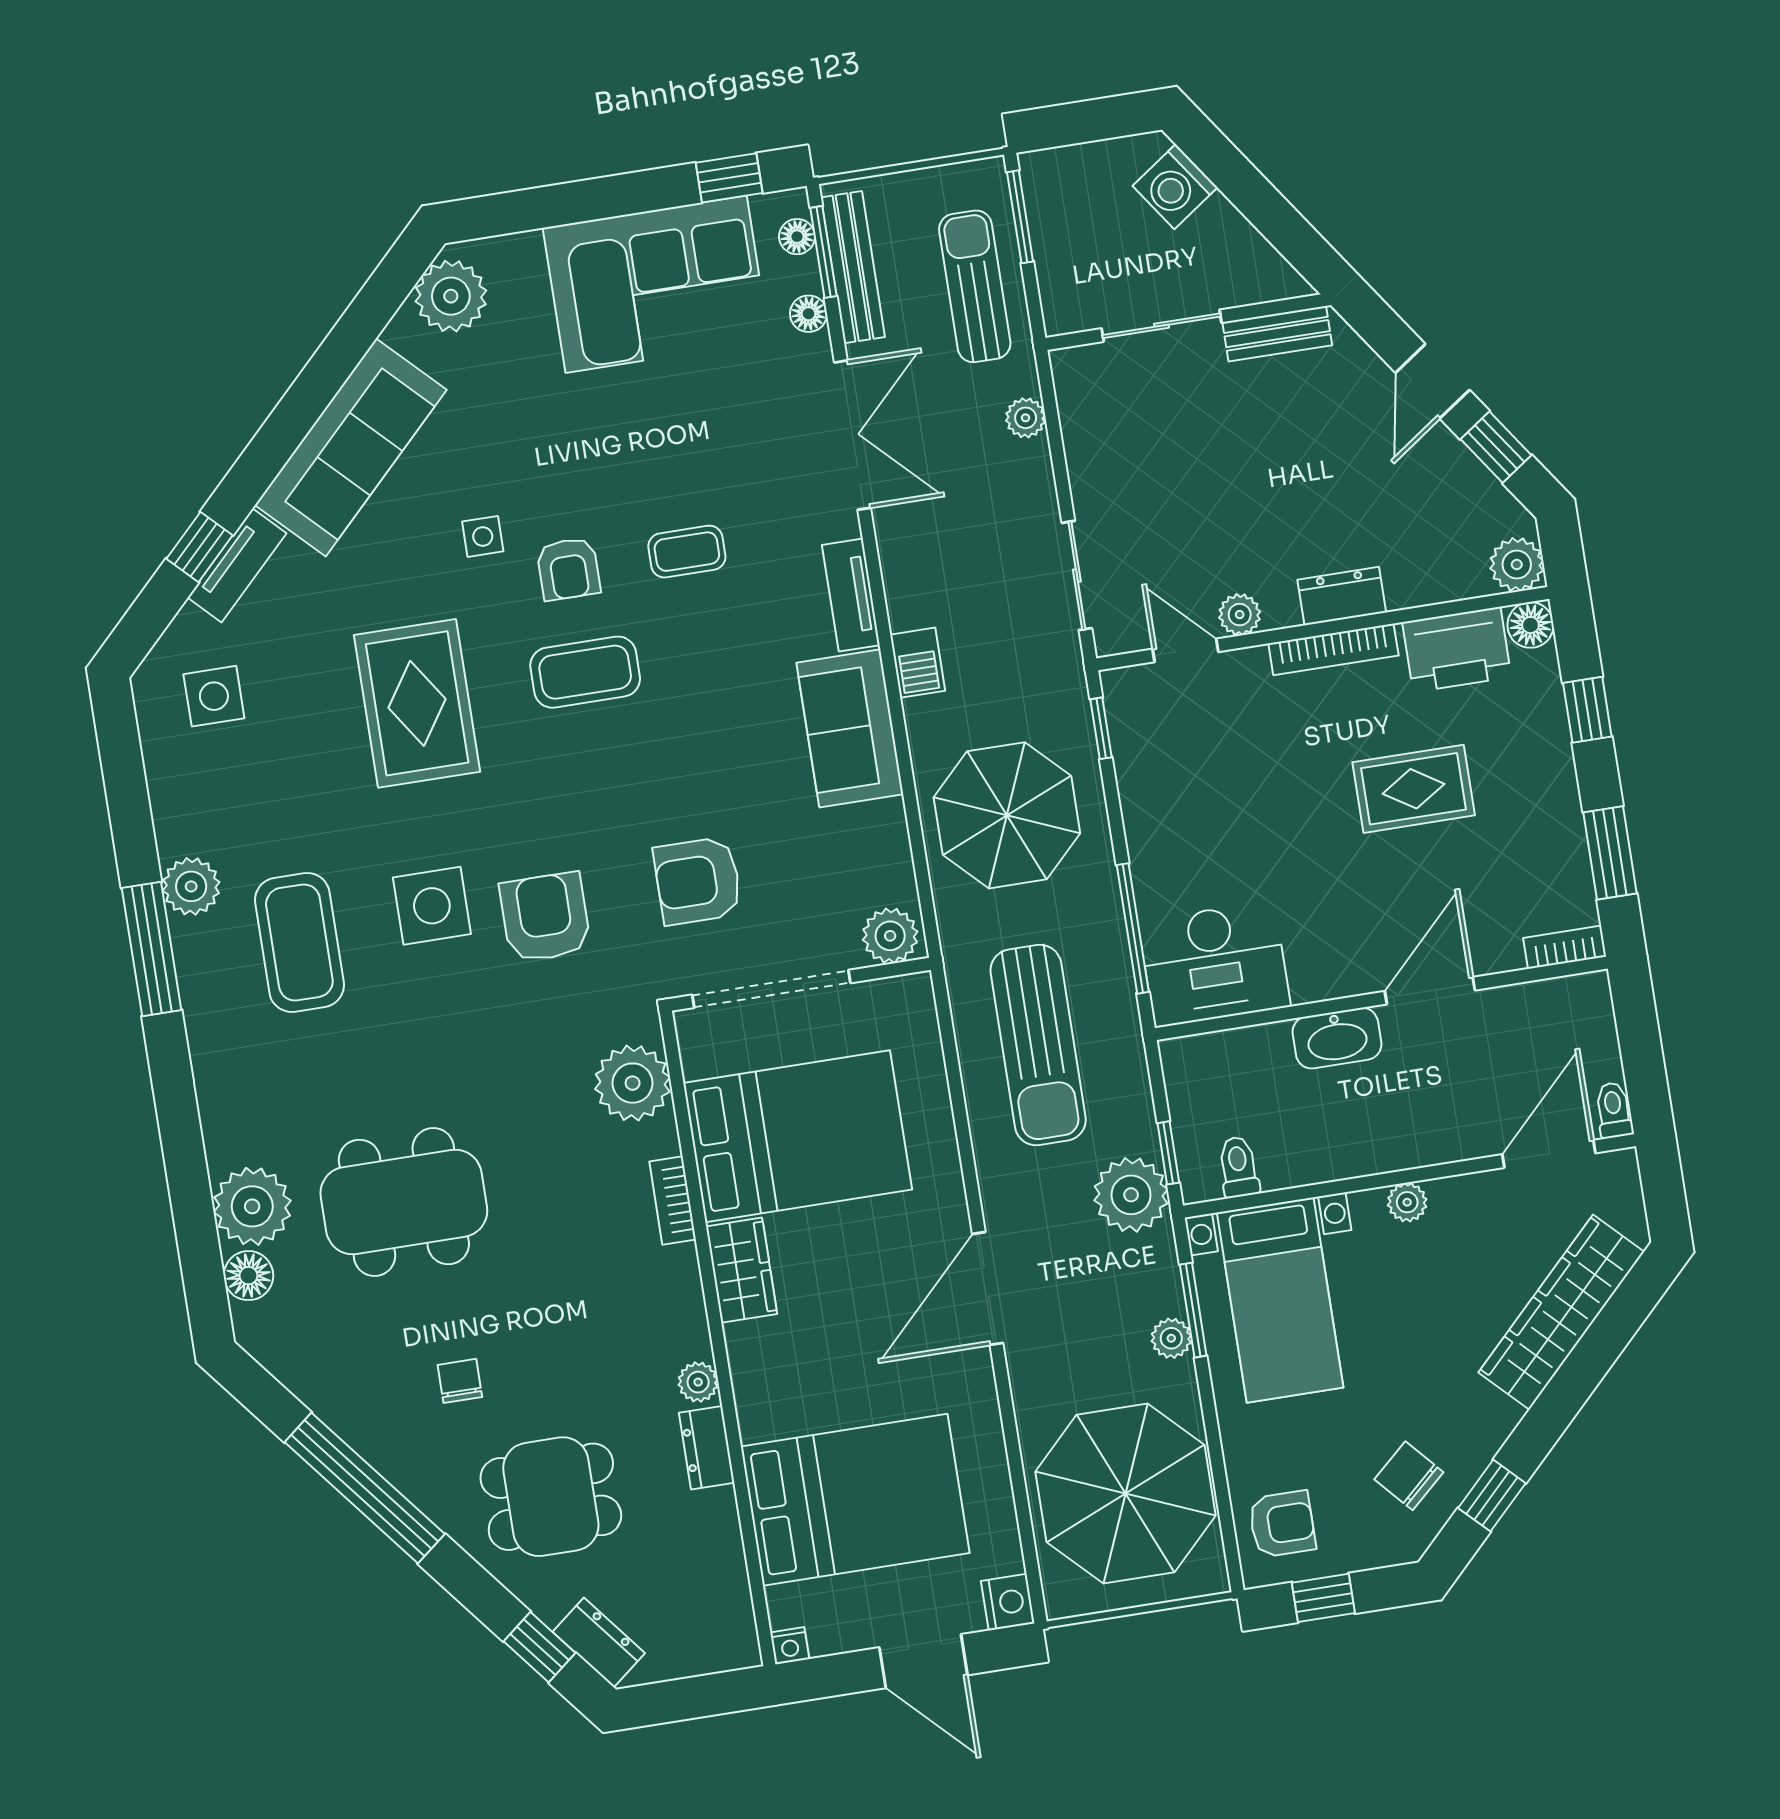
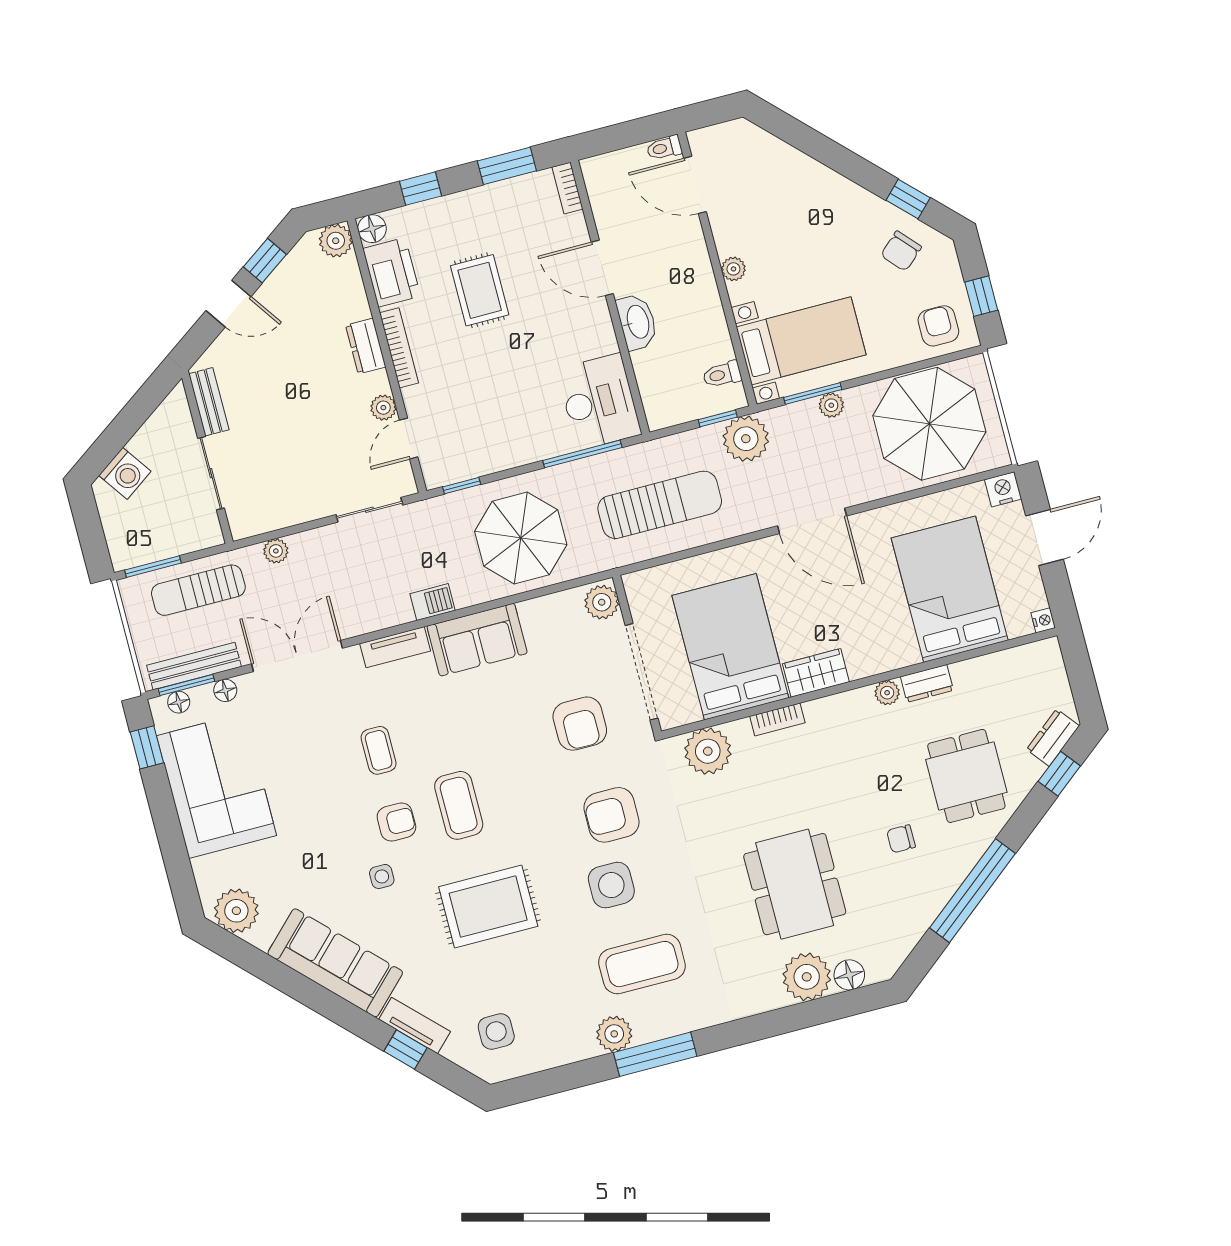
wardrobe: (1561, 1312) -> (791, 168), removed

